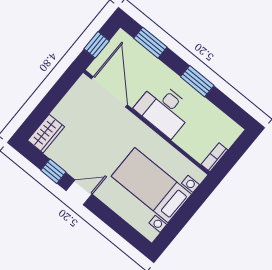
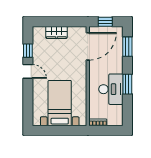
desk: (164, 109) -> (111, 89), moved, turned 180
wardrobe: (46, 134) -> (56, 32), moved

